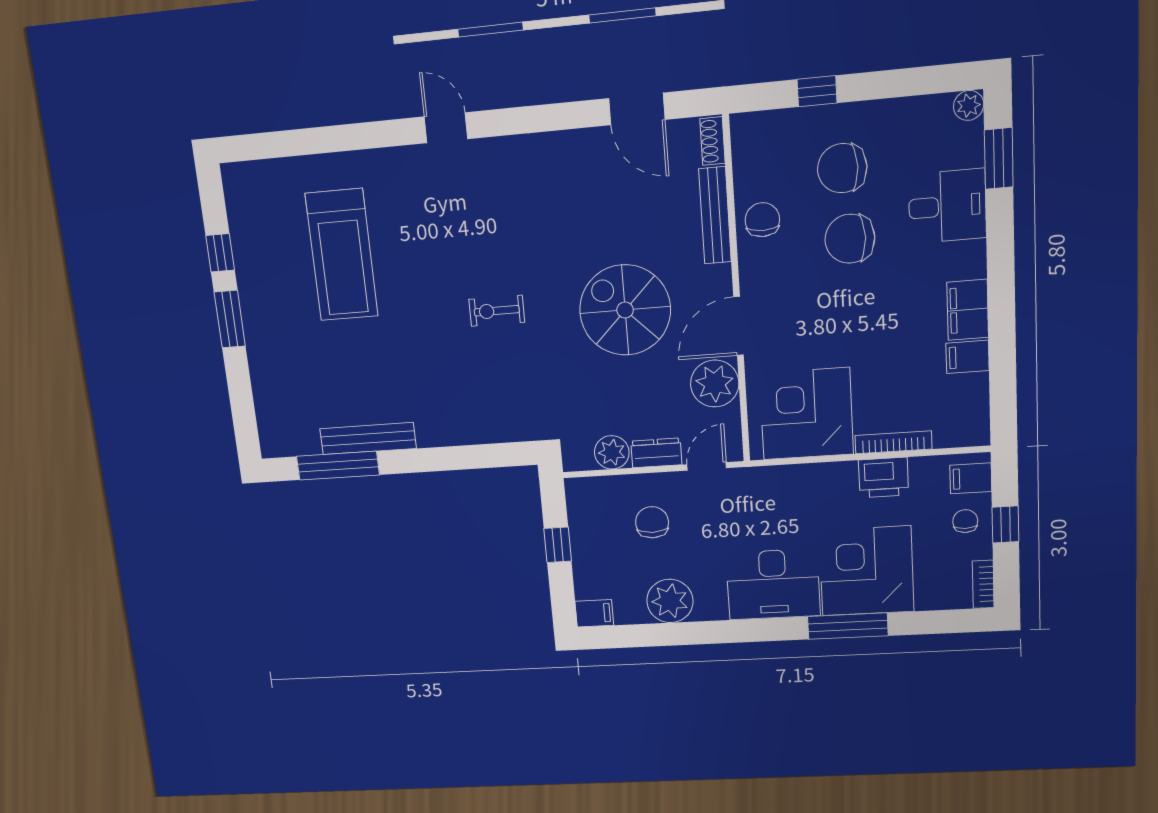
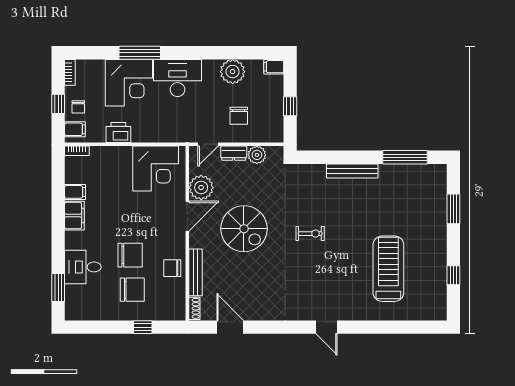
plant: (969, 105) -> (72, 314), removed
chair: (762, 220) -> (172, 268), turned 90
window: (230, 319) -> (453, 209), moved
bench: (368, 439) -> (352, 171), moved
bookcase: (893, 442) -> (77, 151), moved, width x0.64

